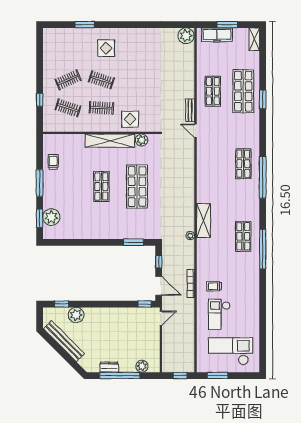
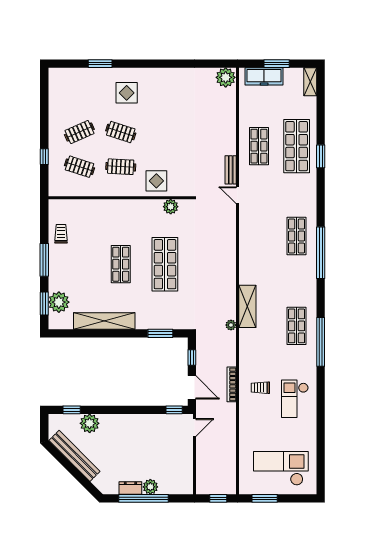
shelving: (110, 141) -> (104, 321), moved
checkout: (219, 314) -> (295, 399), moved
plant: (142, 366) -> (150, 487), moved

